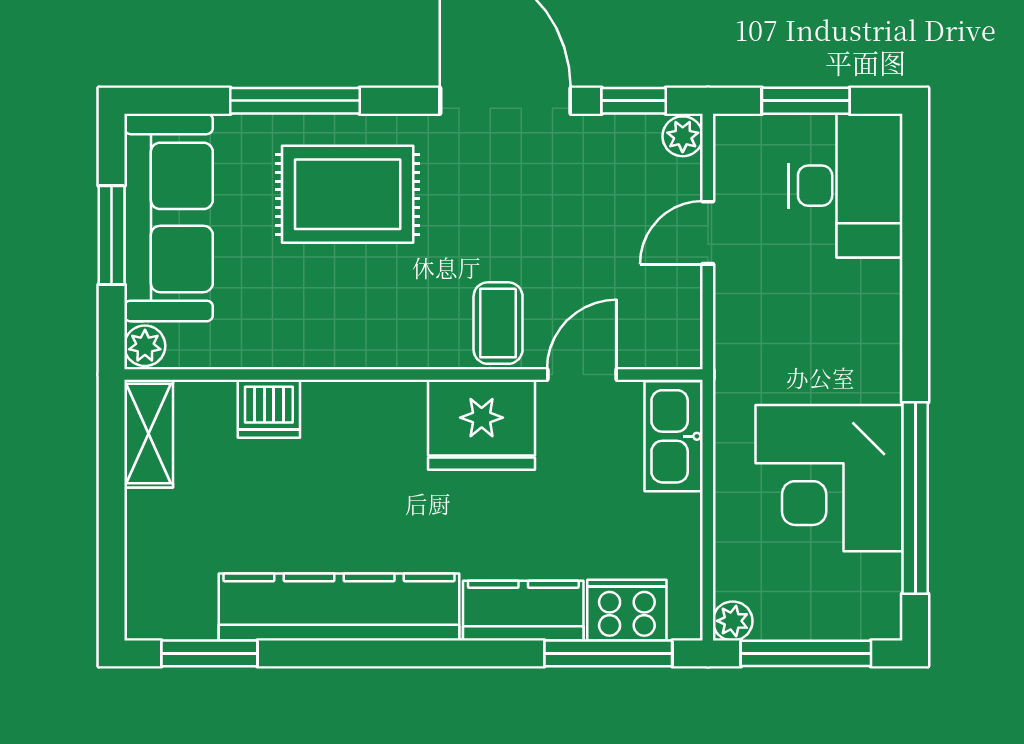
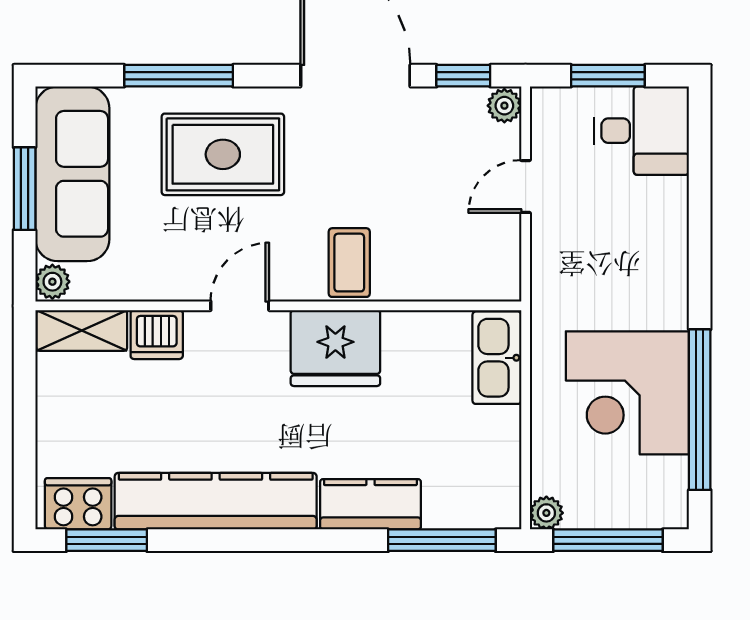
desk: (846, 186) -> (641, 131), width x0.73
door: (582, 375) -> (240, 306), moved
shelving: (149, 434) -> (82, 331), moved, turned 90
cooker: (627, 610) -> (78, 504), moved

